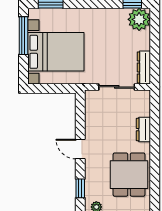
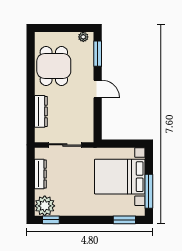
dresser: (144, 67) -> (40, 174), moved
dresser: (143, 130) -> (41, 111), width x1.44
window: (80, 188) -> (98, 54), width x1.50

